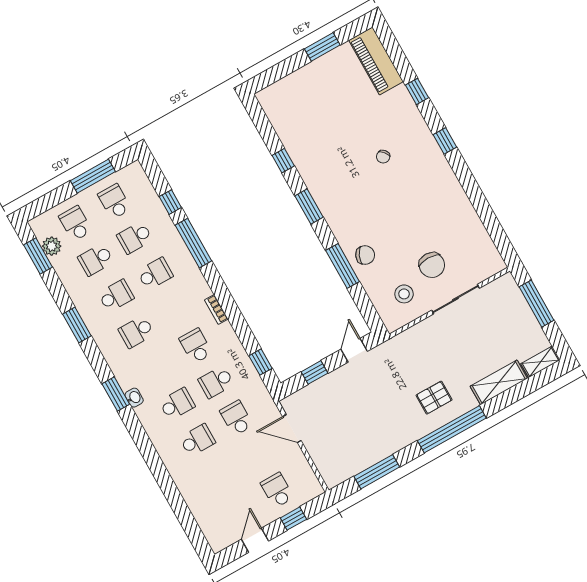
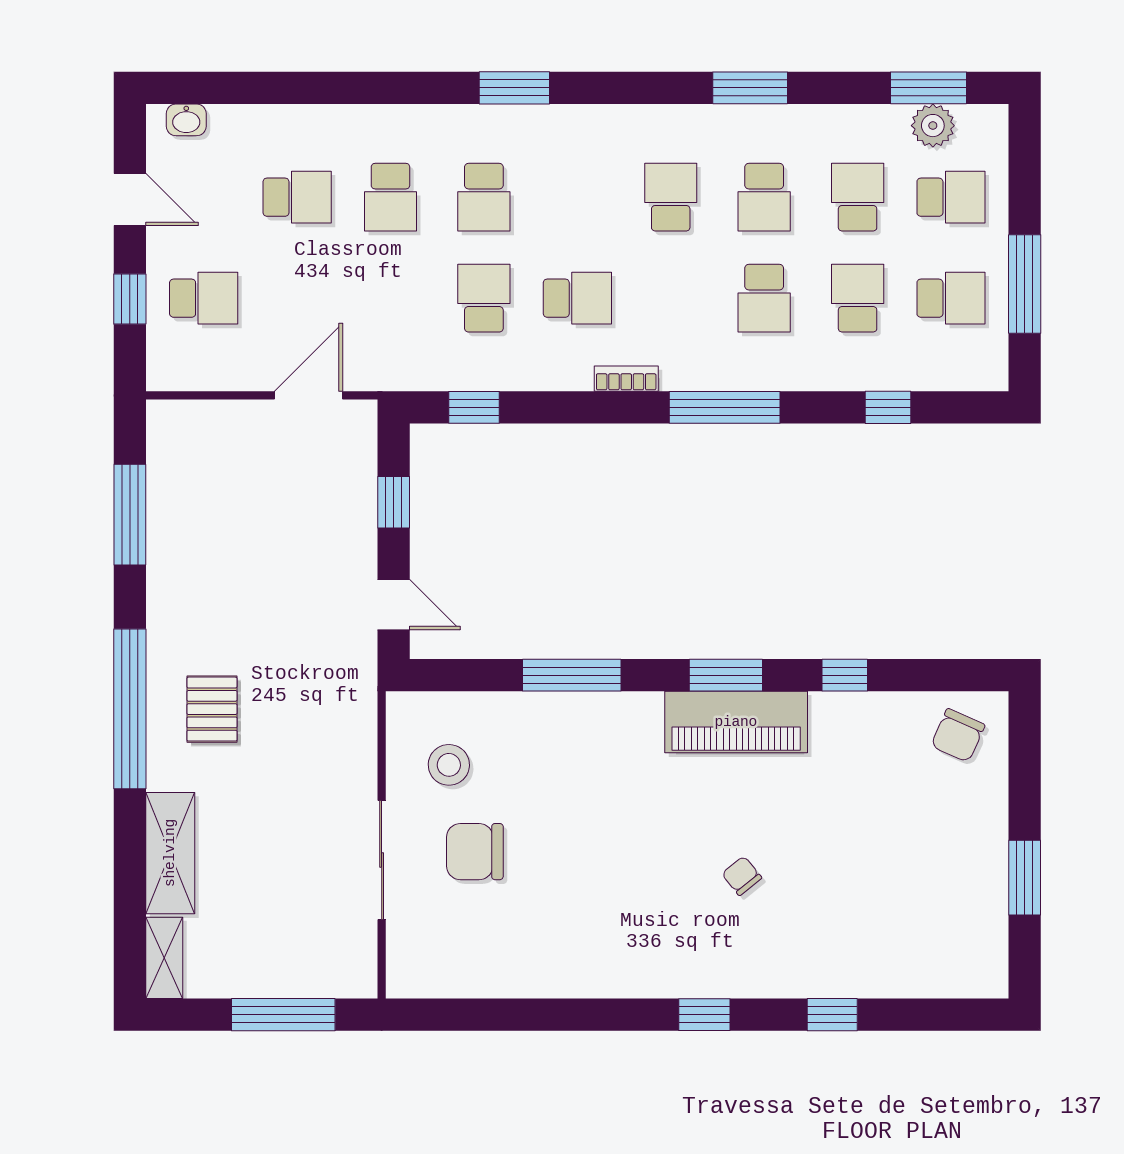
piano: (376, 61) -> (736, 722), moved, turned 180
window: (193, 243) -> (725, 407), moved
chair: (365, 255) -> (958, 735), moved
window: (116, 394) -> (514, 88), moved
washbasin: (134, 398) -> (186, 120), moved
school desk: (236, 418) -> (297, 197), moved

